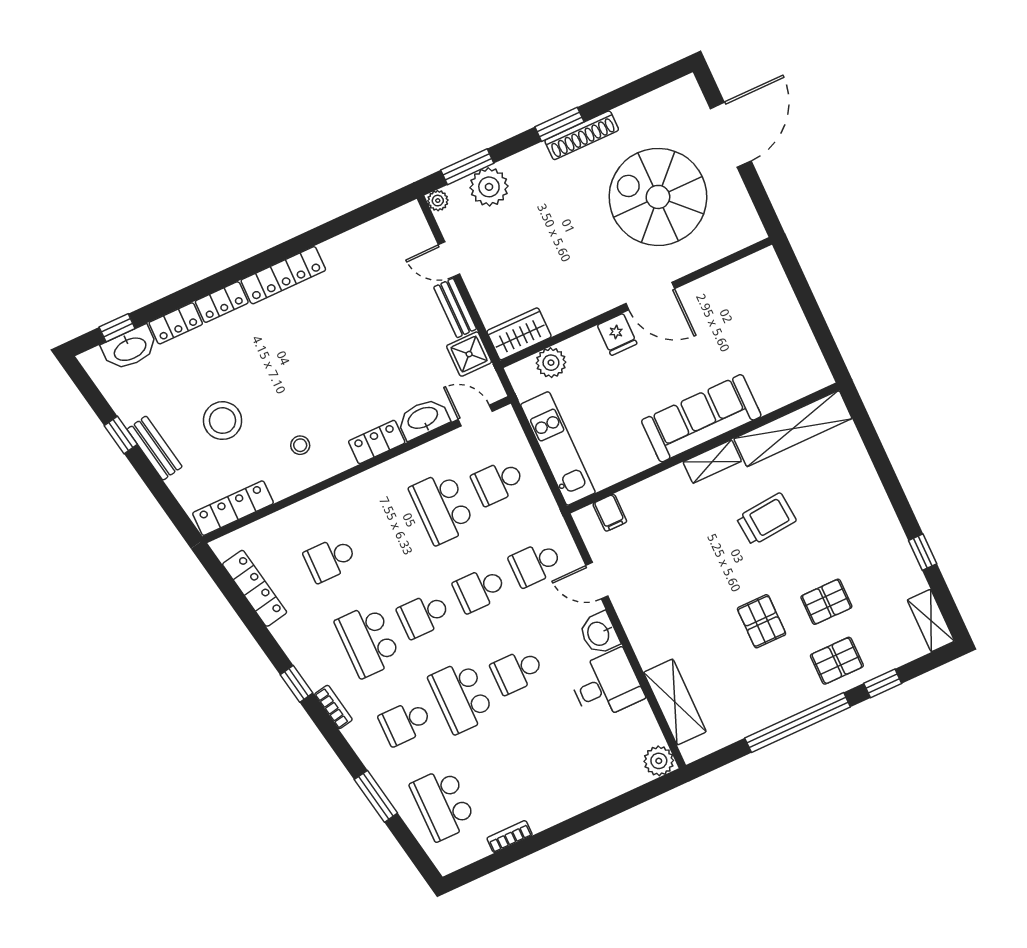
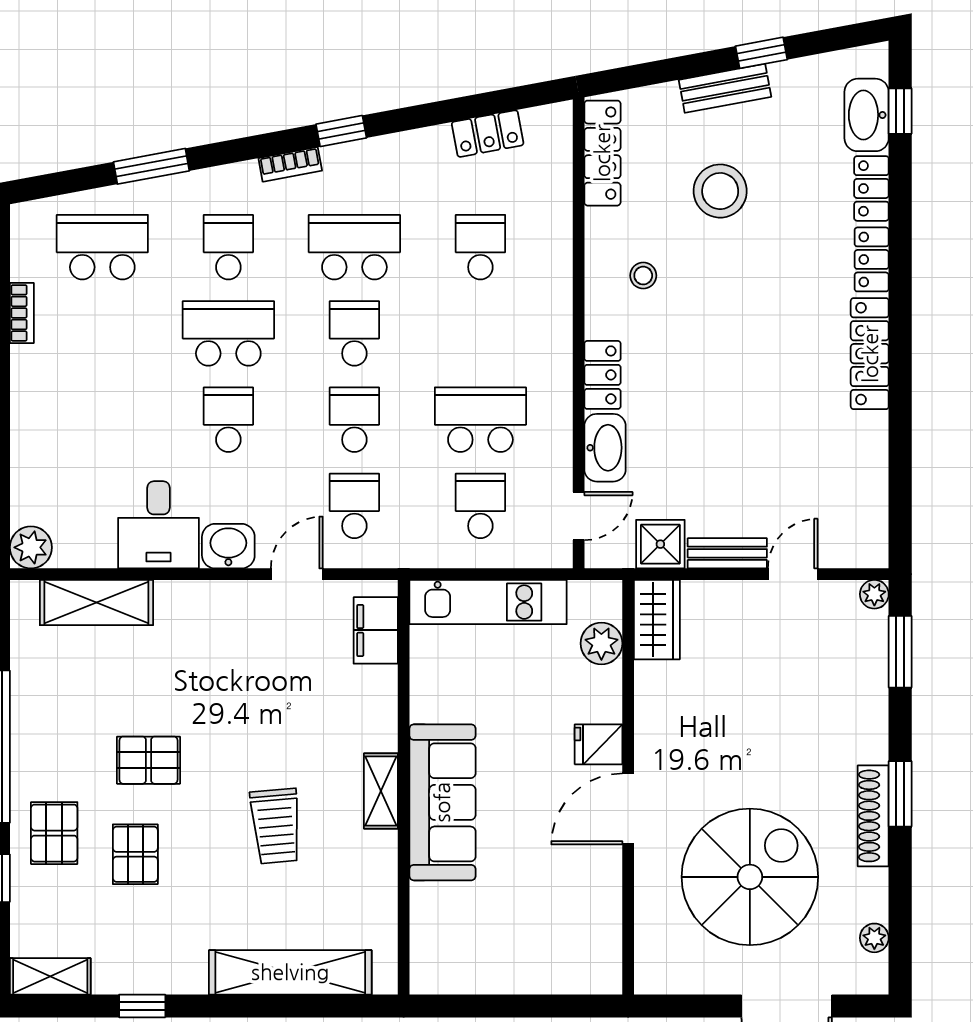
plant: (489, 187) -> (874, 938), moved, width x0.53, depth x0.53
shelving: (793, 429) -> (290, 972), moved, turned 90
filing cabinet: (610, 513) -> (376, 630), width x2.00
locker: (255, 588) -> (488, 134), width x0.66

